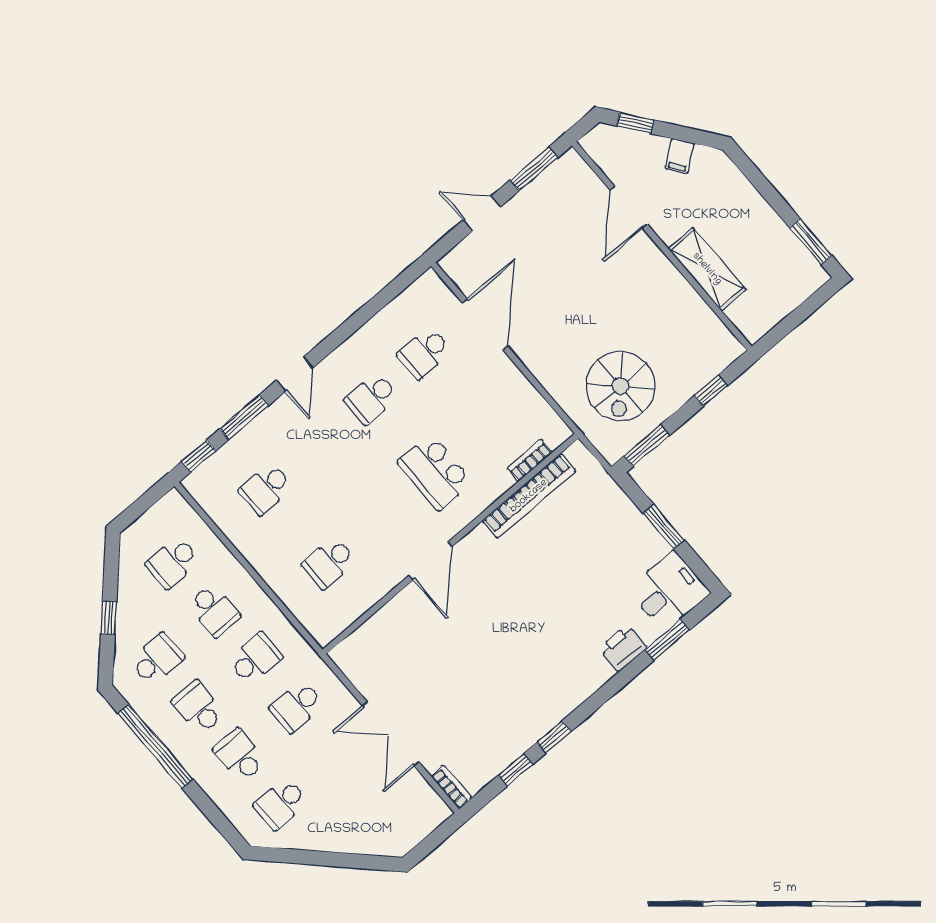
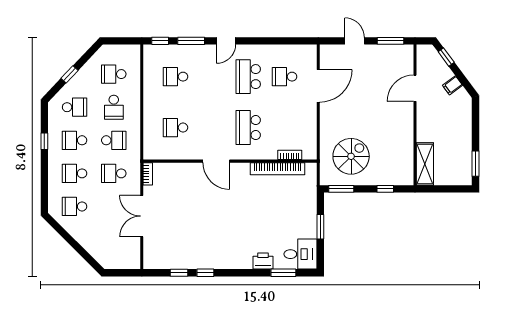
shelving: (707, 269) -> (425, 164), moved
spiral stairs: (620, 386) -> (351, 156), turned 180
school desk: (371, 398) -> (248, 77), width x1.85
door: (430, 561) -> (216, 161), hinge flipped
school desk: (198, 707) -> (75, 140), turned -90
window: (155, 746) -> (44, 141), width x0.32
school desk: (240, 756) -> (75, 173), turned -90
bookcase: (451, 787) -> (148, 174), moved

